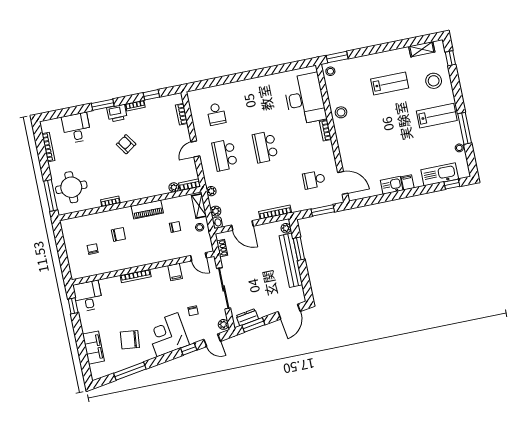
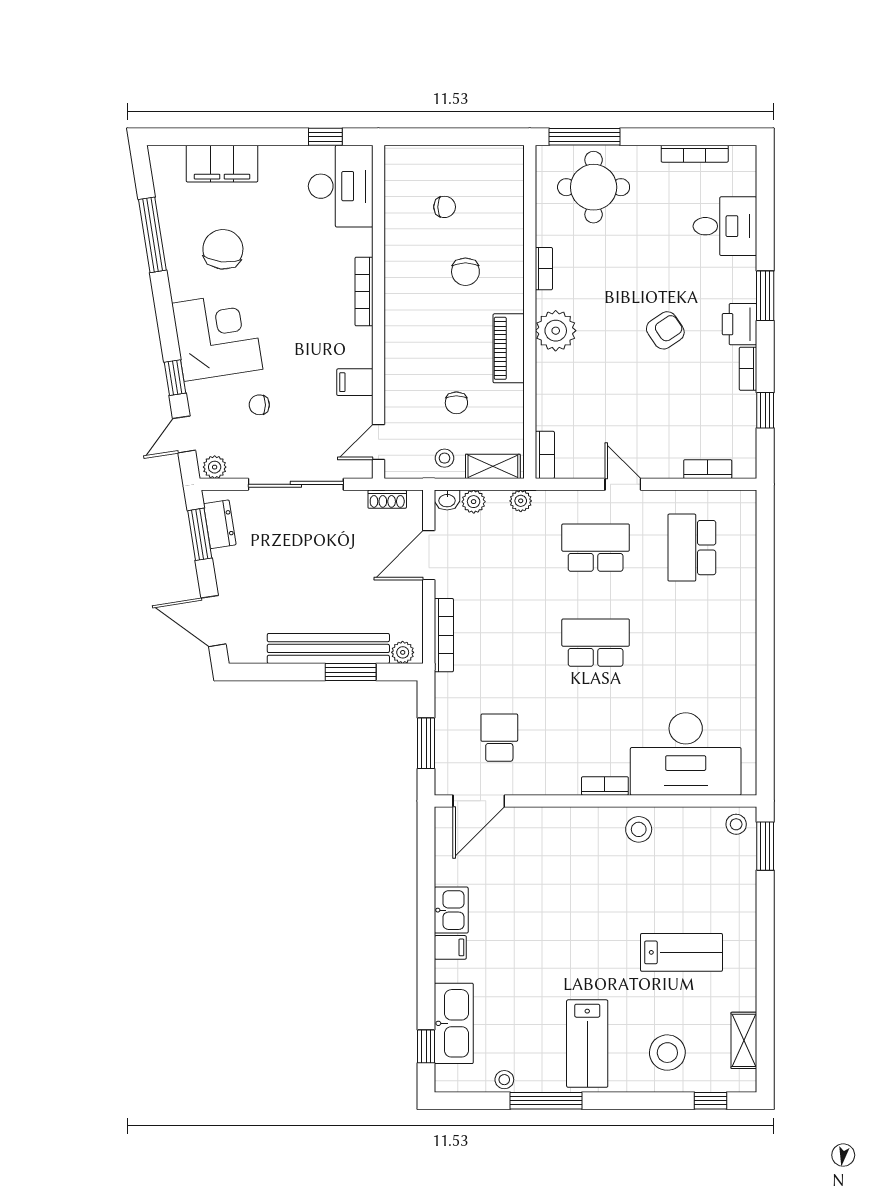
lab bench: (390, 83) -> (682, 952), turned -90
school desk: (216, 114) -> (692, 548), width x1.85
plant: (174, 187) -> (556, 331), moved, width x1.87, depth x1.87
desk: (88, 296) -> (341, 186), width x1.37

